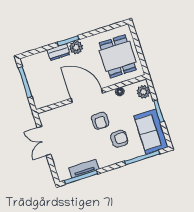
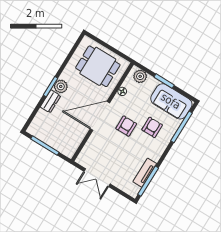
armchair: (100, 121) -> (126, 126), turned -90

